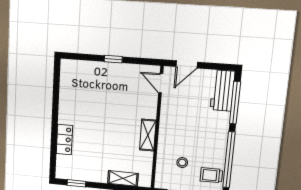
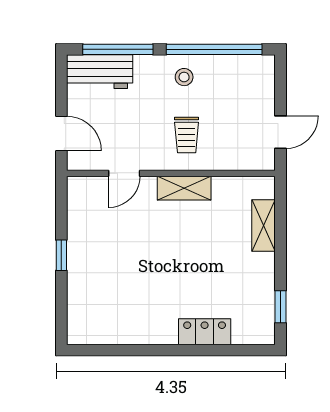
door: (161, 83) -> (124, 173), moved
stool: (182, 163) -> (184, 77), moved
trolley: (211, 175) -> (187, 135), moved

